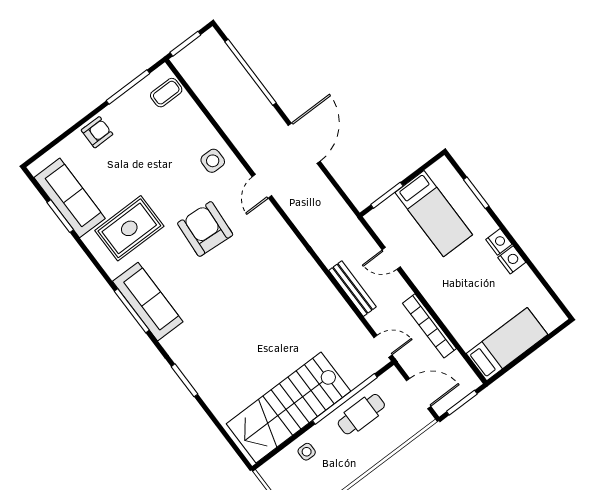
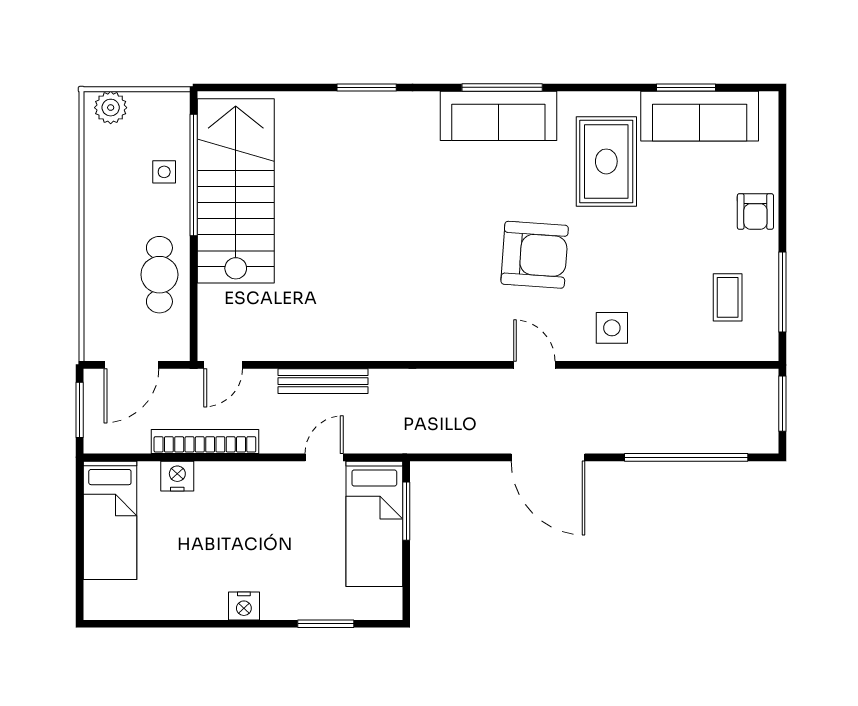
coffee table: (166, 93) -> (728, 297), moved
bed: (434, 214) -> (374, 524), moved, turned -90
nightstand: (512, 260) -> (177, 476), moved, turned 180
window: (345, 399) -> (194, 175), moved

